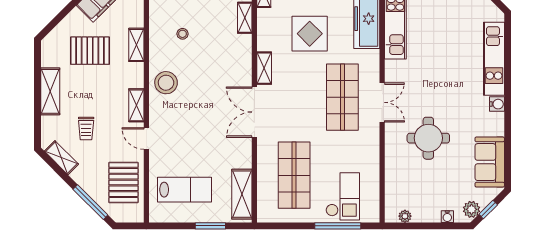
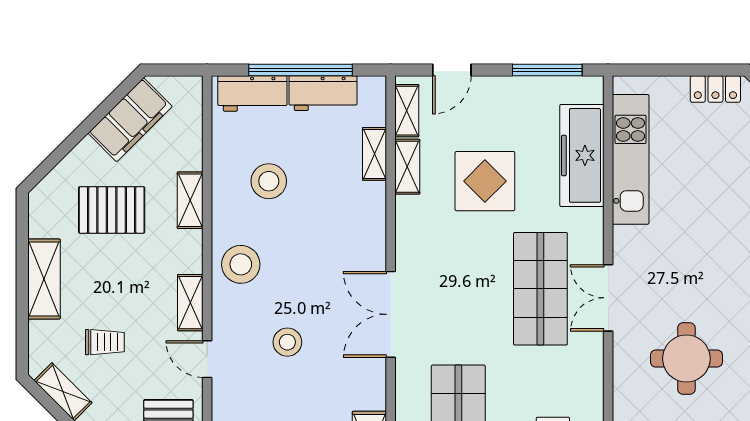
stool: (183, 34) -> (269, 181), width x1.89, depth x1.89
shelving: (264, 68) -> (407, 167), moved
double door: (382, 102) -> (608, 298), swing flipped
trolley: (86, 128) -> (105, 342), turned -90
stool: (193, 129) -> (287, 342), added

